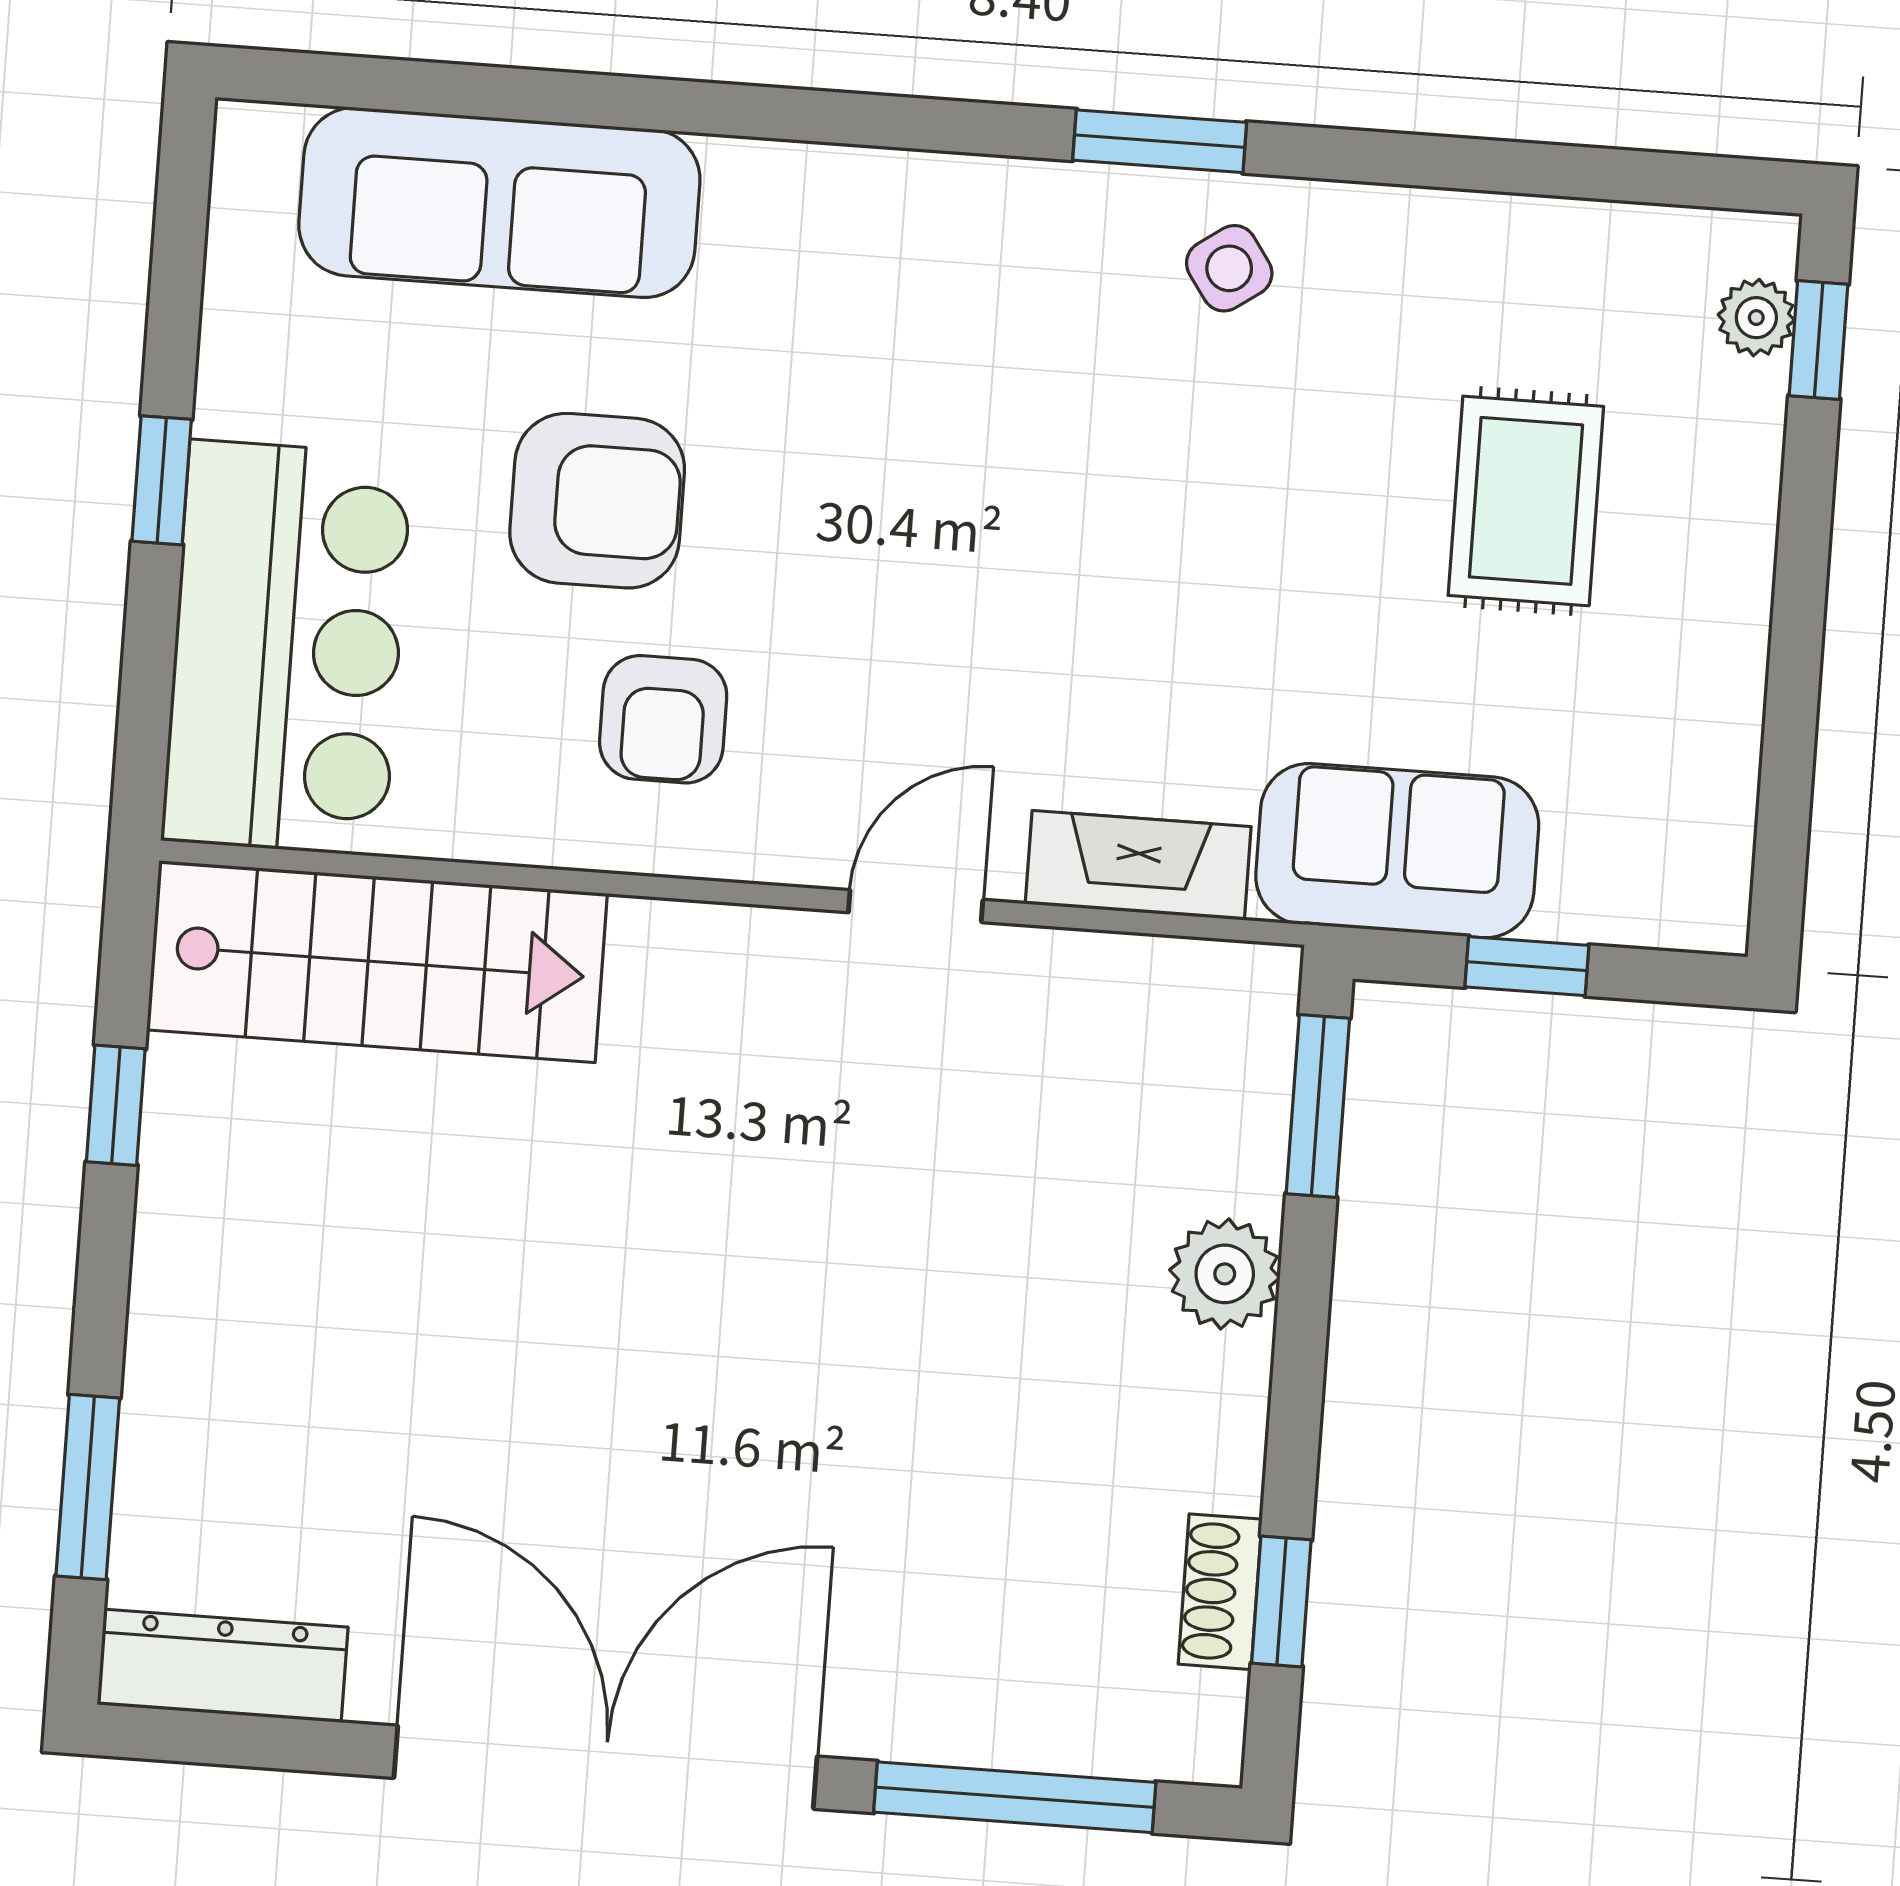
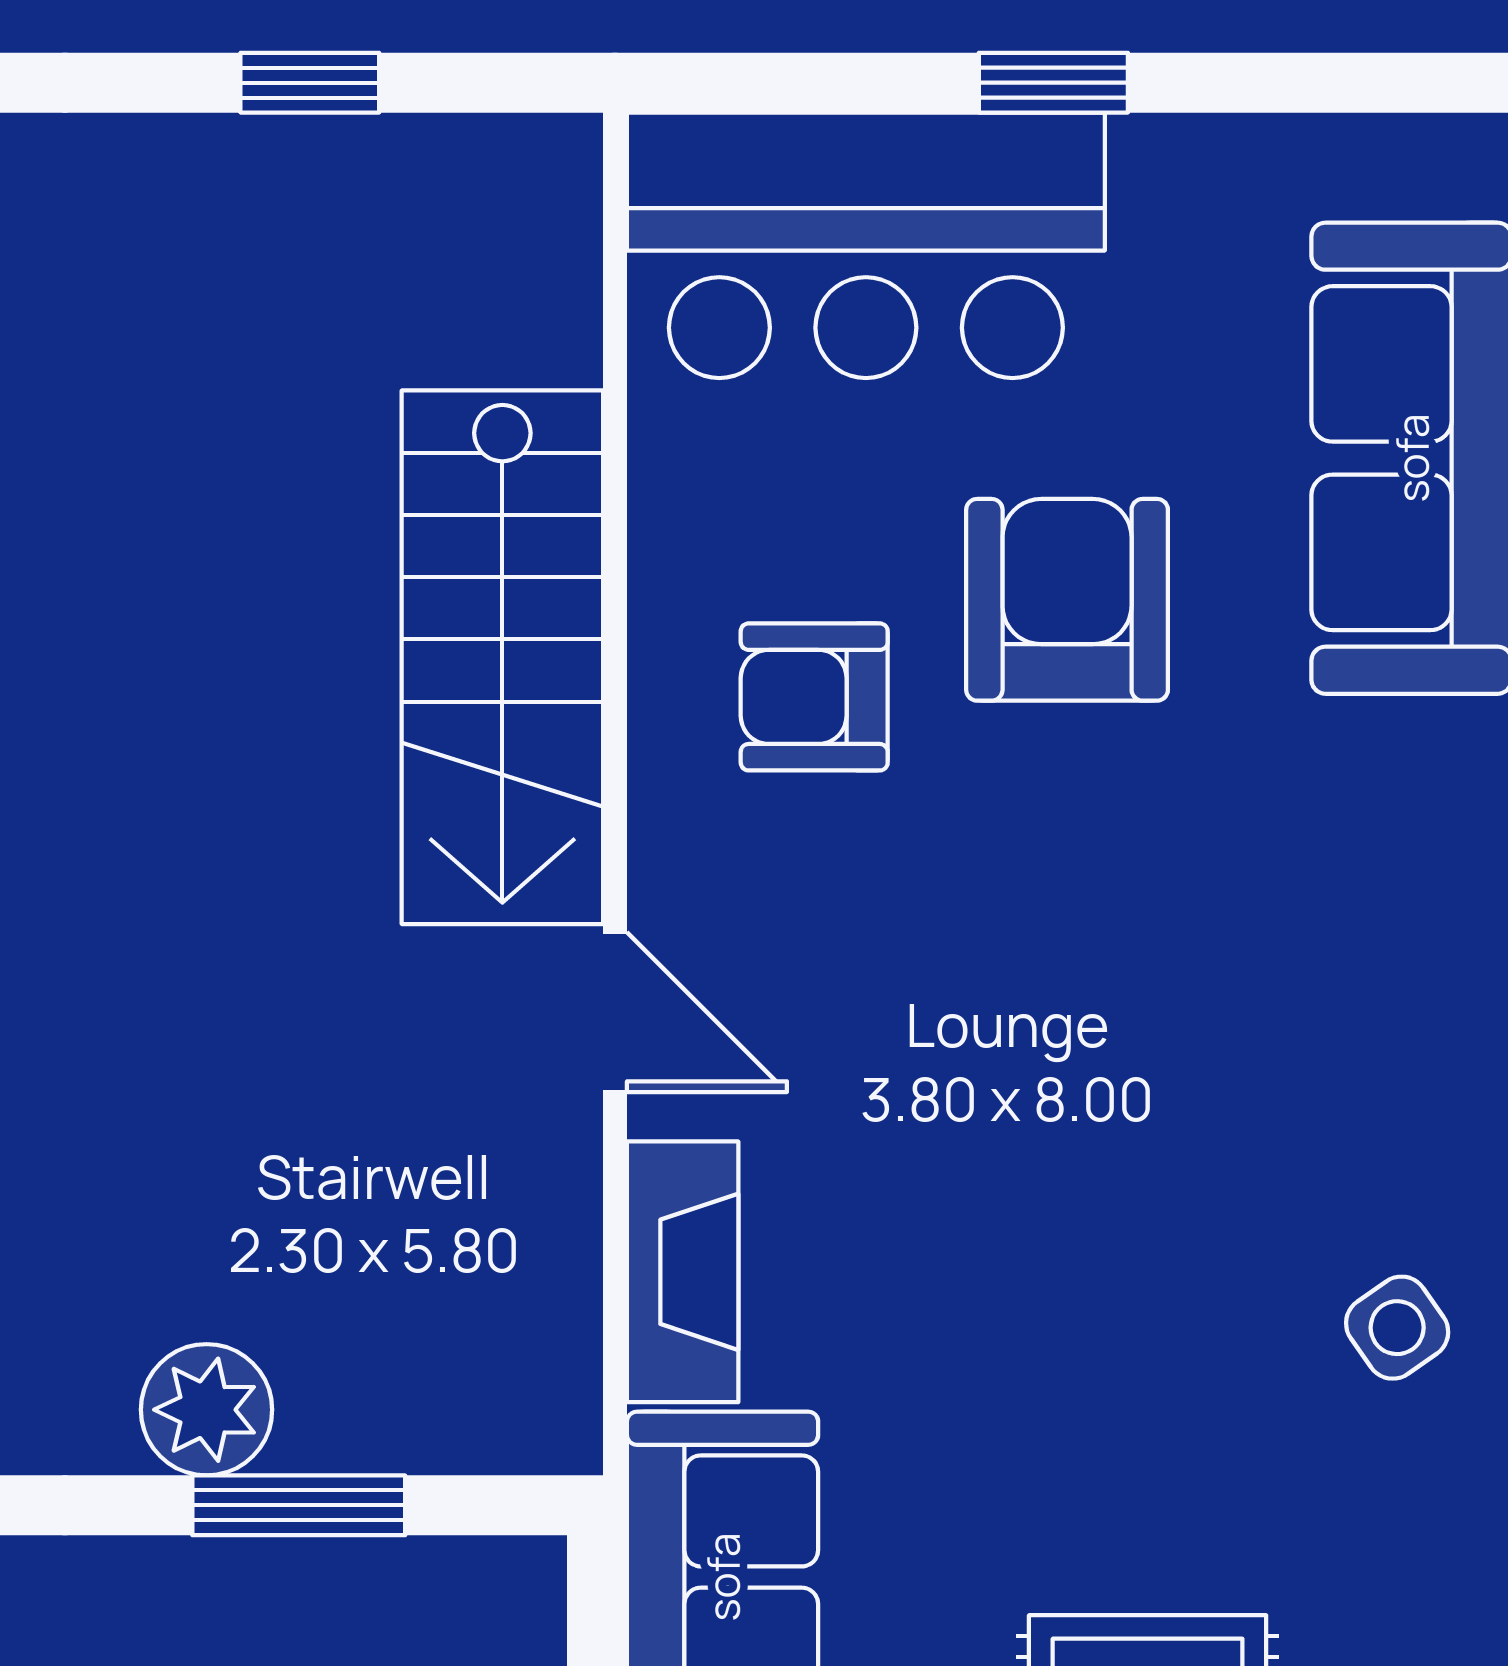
armchair: (597, 501) -> (1067, 600), turned 180
stairs: (377, 962) -> (502, 657), moved
window: (1318, 1106) -> (299, 1505), moved

